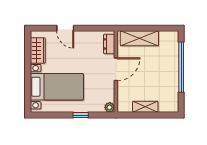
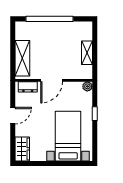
door: (65, 28) -> (13, 116), moved
wardrobe: (38, 50) -> (22, 149), moved, turned 90
door: (116, 69) -> (52, 80), swing flipped

